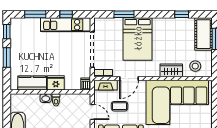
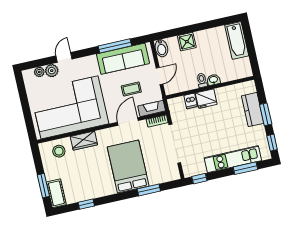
window: (66, 14) -> (199, 179), moved
kitchen unit: (66, 25) -> (233, 159), moved
cot: (203, 34) -> (56, 193), width x0.73, depth x0.75
kitchen counter: (32, 83) -> (253, 110), moved, turned 90
dishwasher: (86, 84) -> (191, 101), moved
door: (92, 112) -> (160, 76), swing flipped

